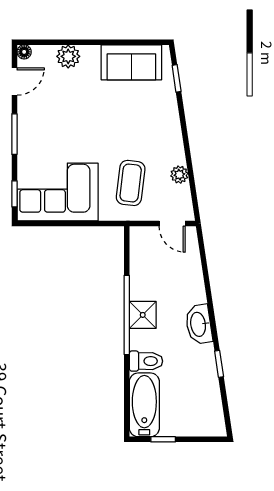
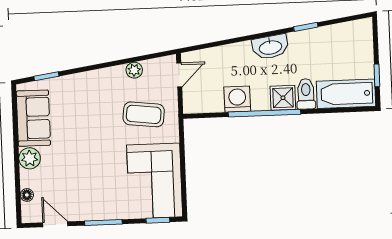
floor lamp: (24, 52) -> (27, 195), moved
plant: (68, 56) -> (30, 158), moved
washing machine: (143, 286) -> (237, 99), added
shower: (143, 315) -> (283, 98), moved

